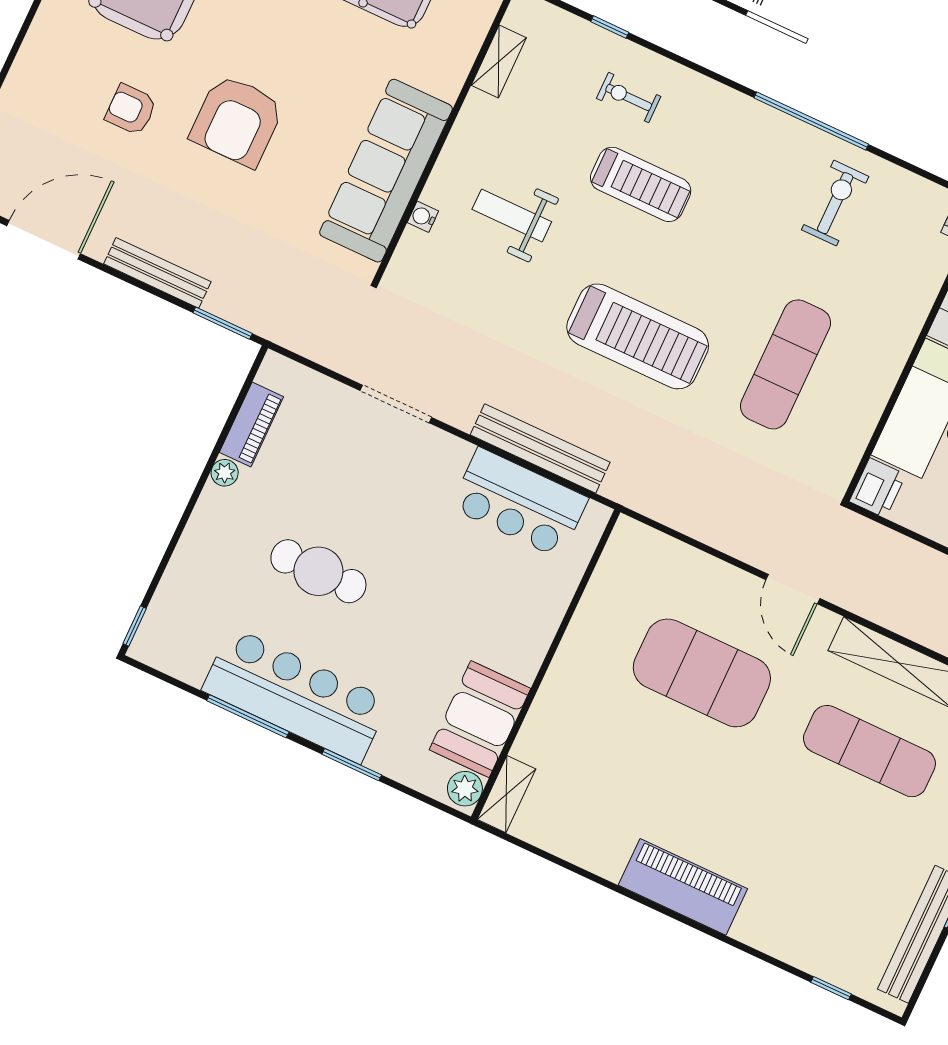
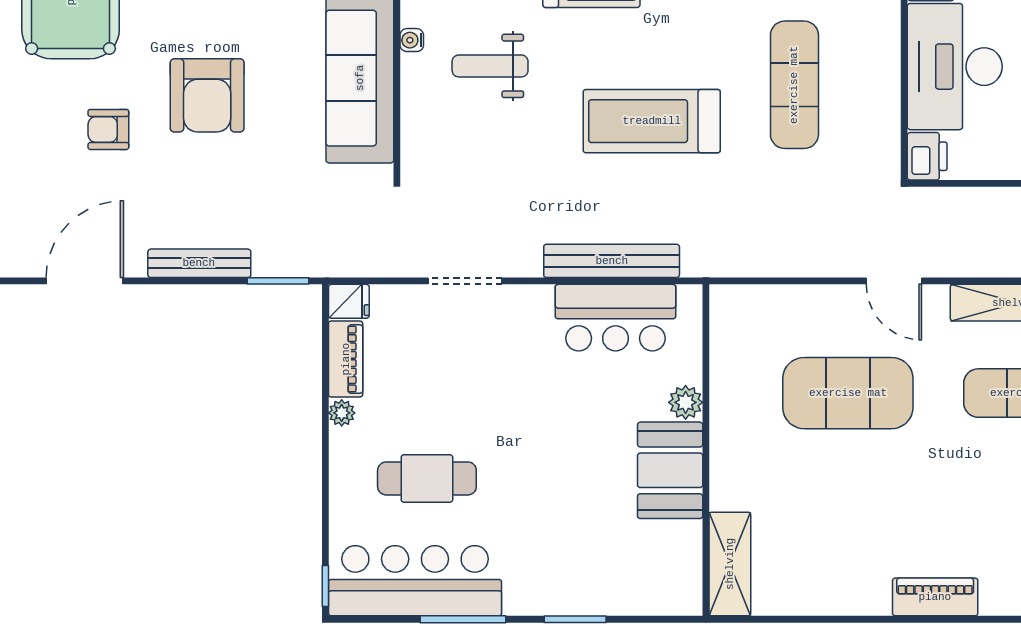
water cooler: (423, 217) -> (412, 40), moved
treadmill: (638, 336) -> (652, 121), turned 180
fridge: (279, 372) -> (349, 301), added
cafe table: (318, 571) -> (427, 478), moved
bar counter: (296, 695) -> (415, 581), moved
booth: (480, 719) -> (670, 470), moved
plant: (465, 789) -> (686, 402), moved
shelving: (506, 794) -> (730, 564), width x1.50, depth x1.33
piano: (683, 887) -> (935, 597), width x0.73, depth x0.75

